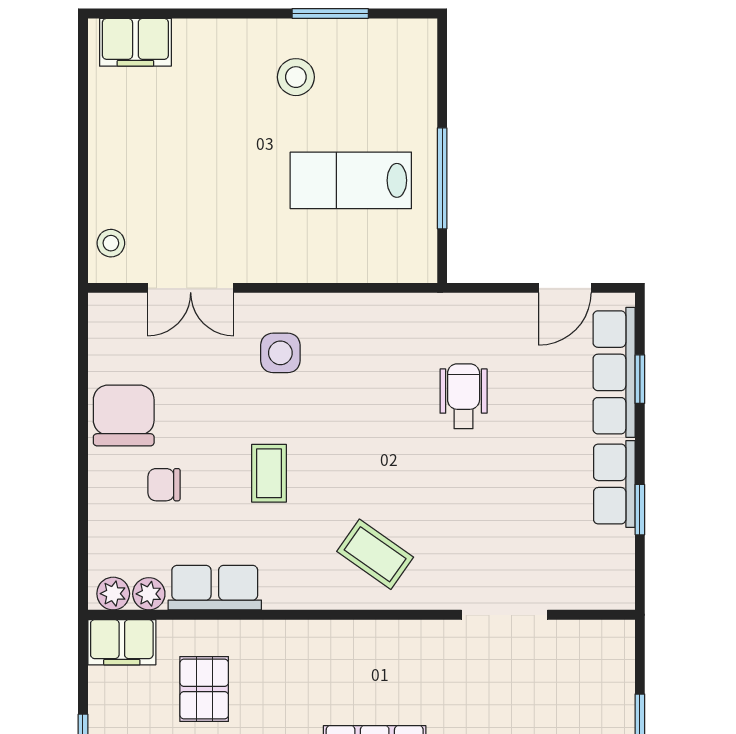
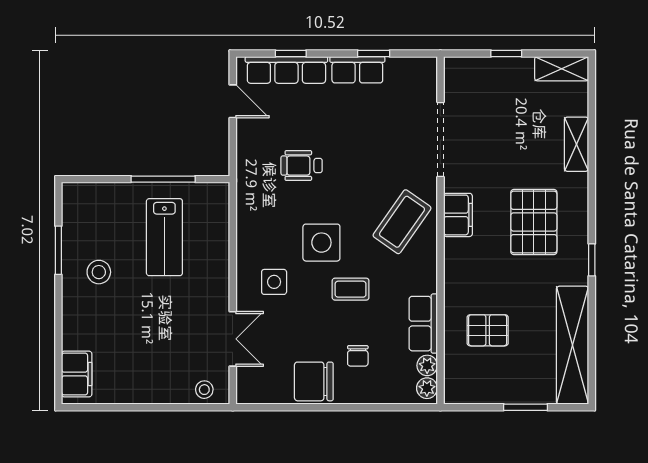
side table: (342, 427) -> (321, 243), added
coffee table: (375, 554) -> (402, 222), width x1.36, depth x1.30
doorway: (504, 615) -> (440, 140), width x1.36
filing cabinet: (122, 642) -> (458, 215), moved

